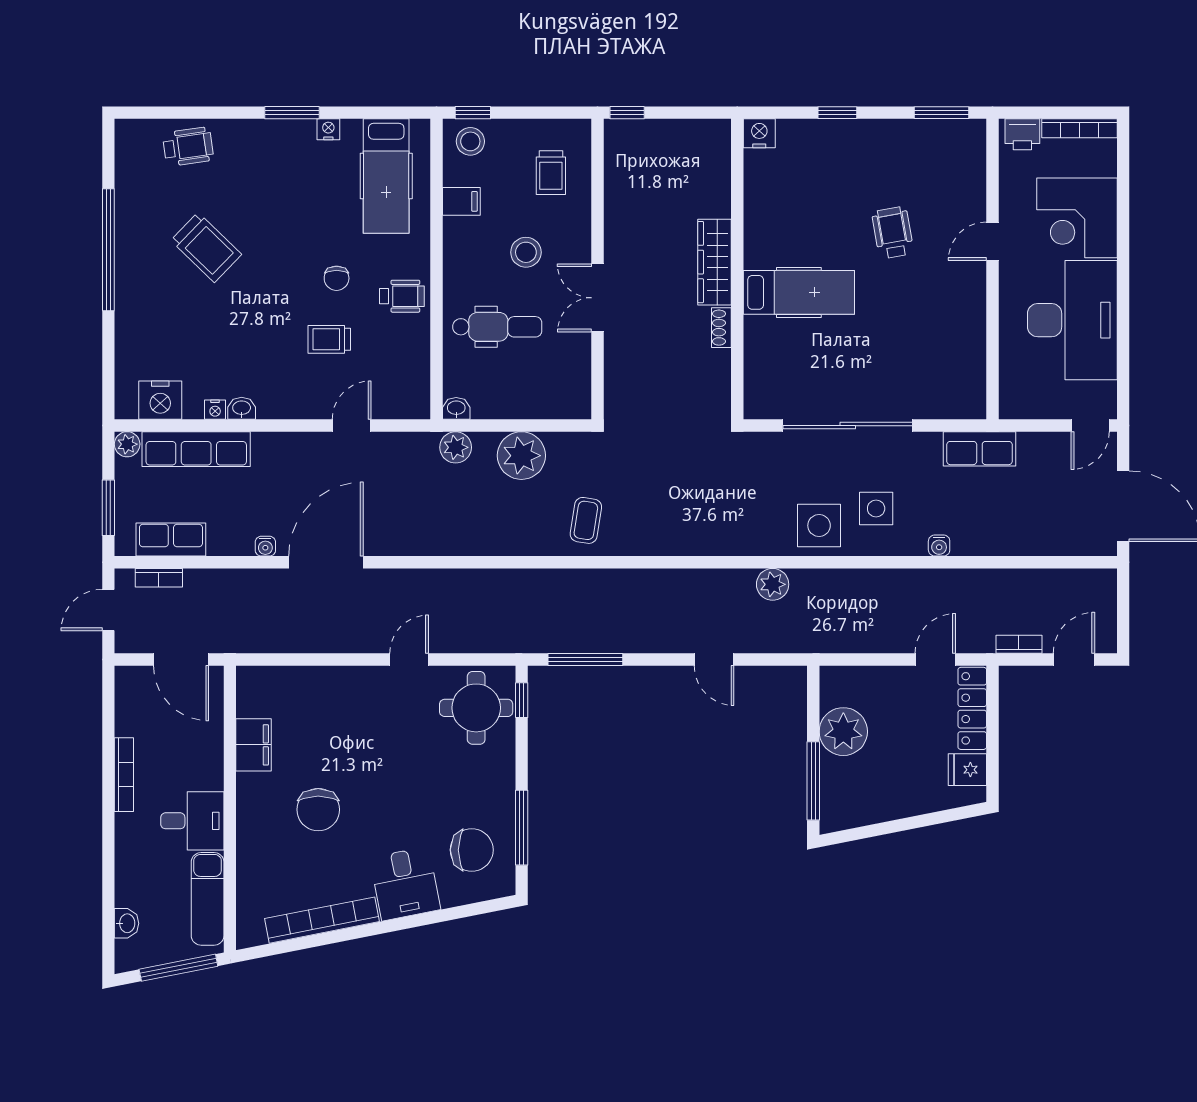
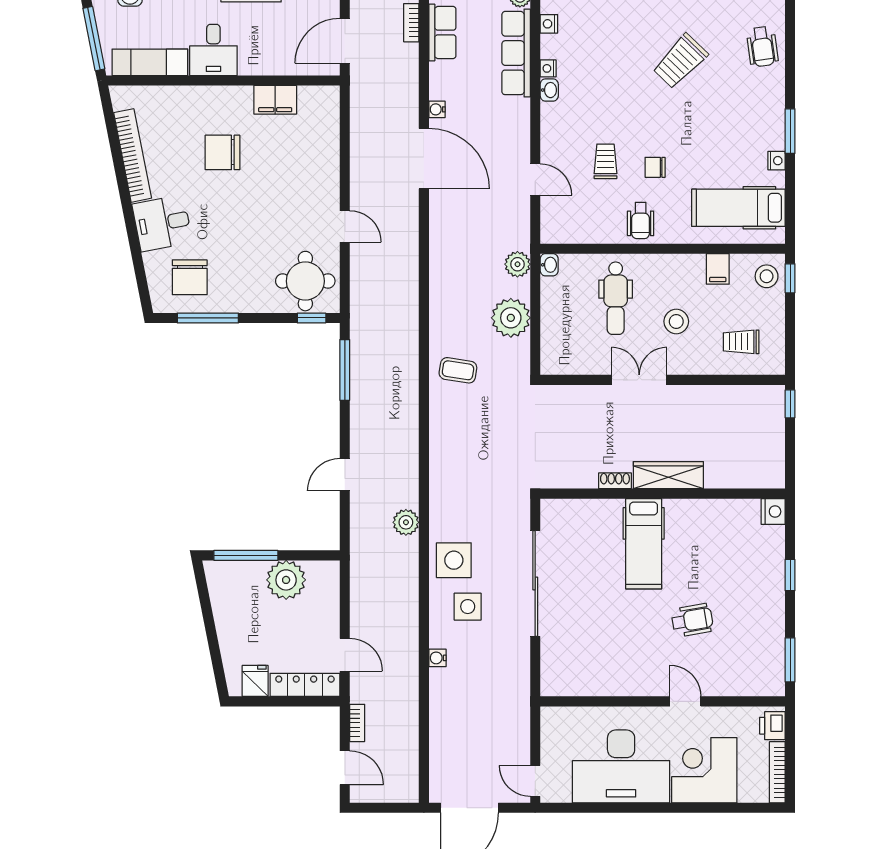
nightstand: (160, 400) -> (549, 24), width x0.53, depth x0.56
row of seats: (979, 449) -> (516, 691), removed

